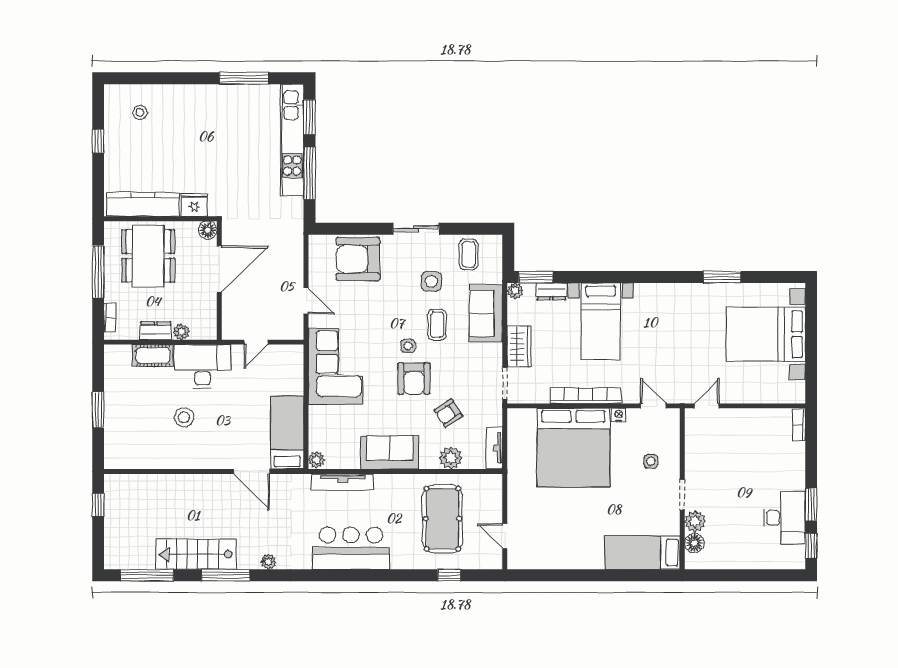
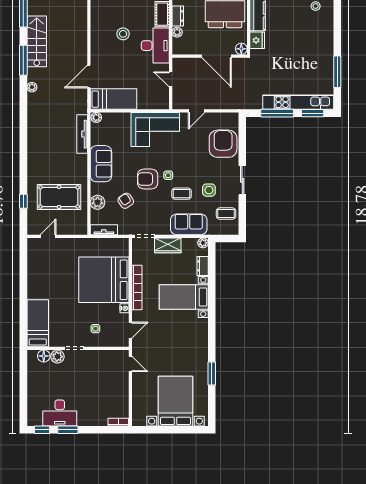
window: (536, 277) -> (212, 256), removed
bar counter: (351, 548) -> (40, 139), removed

